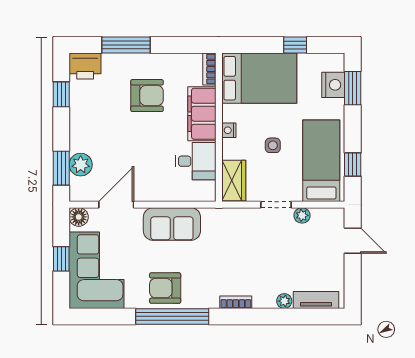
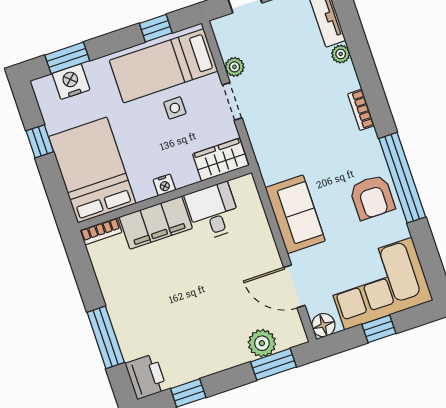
armchair: (147, 96) -> (156, 293), removed
side table: (273, 145) -> (175, 108), moved

